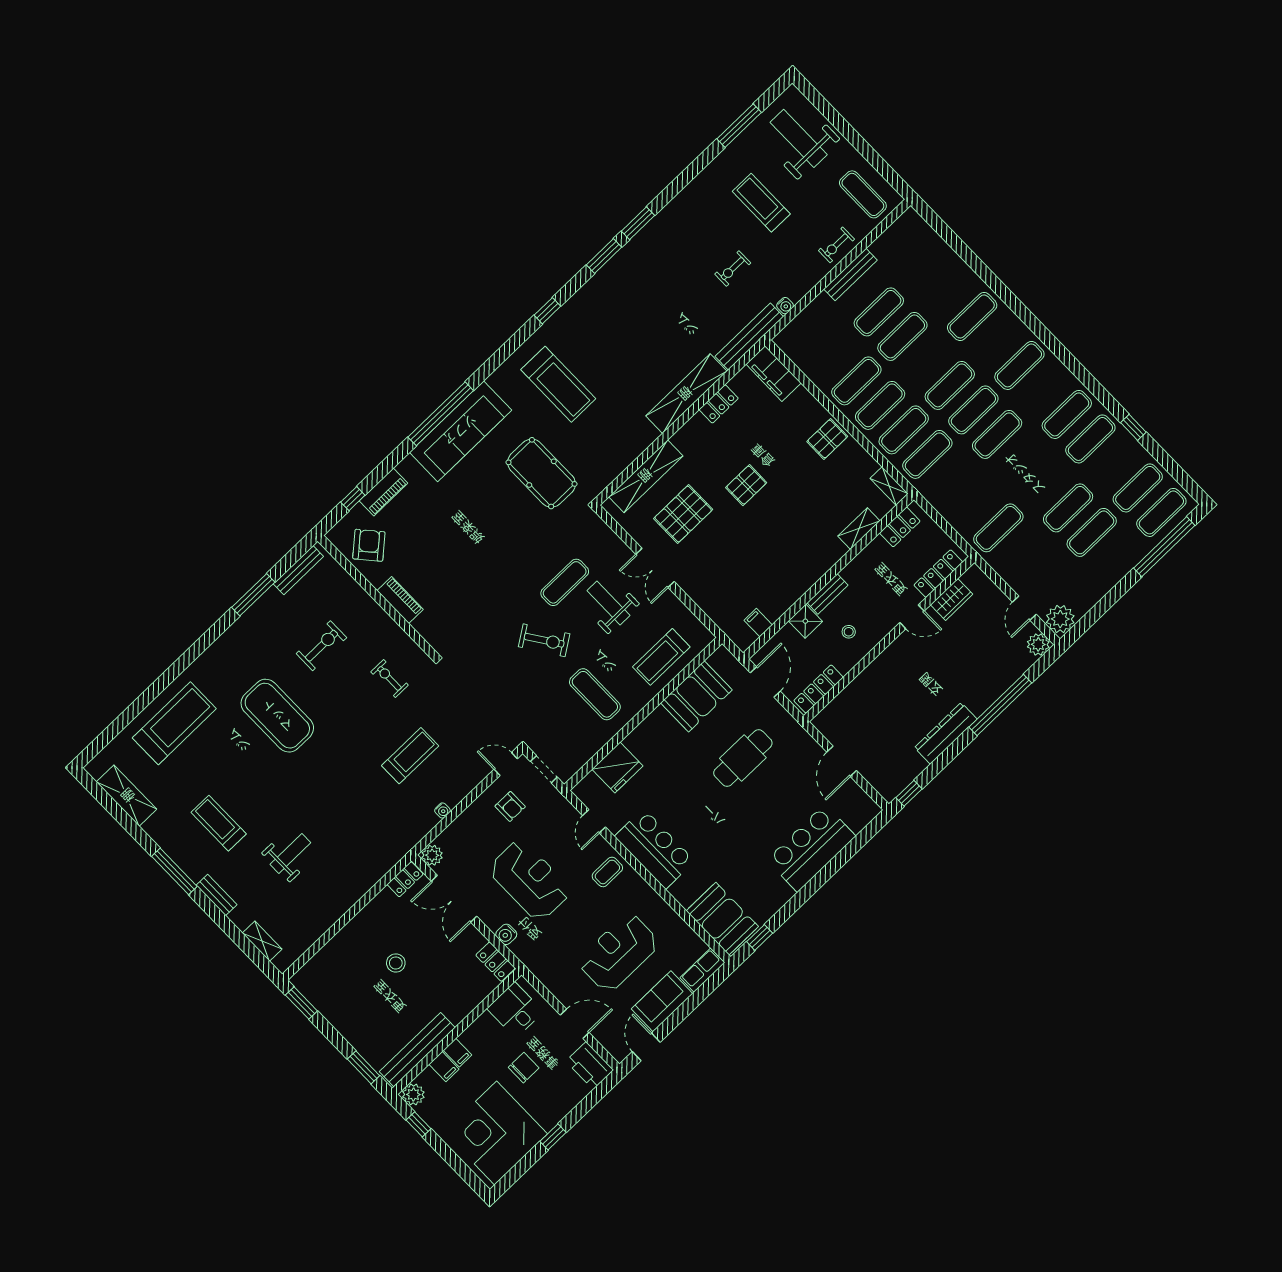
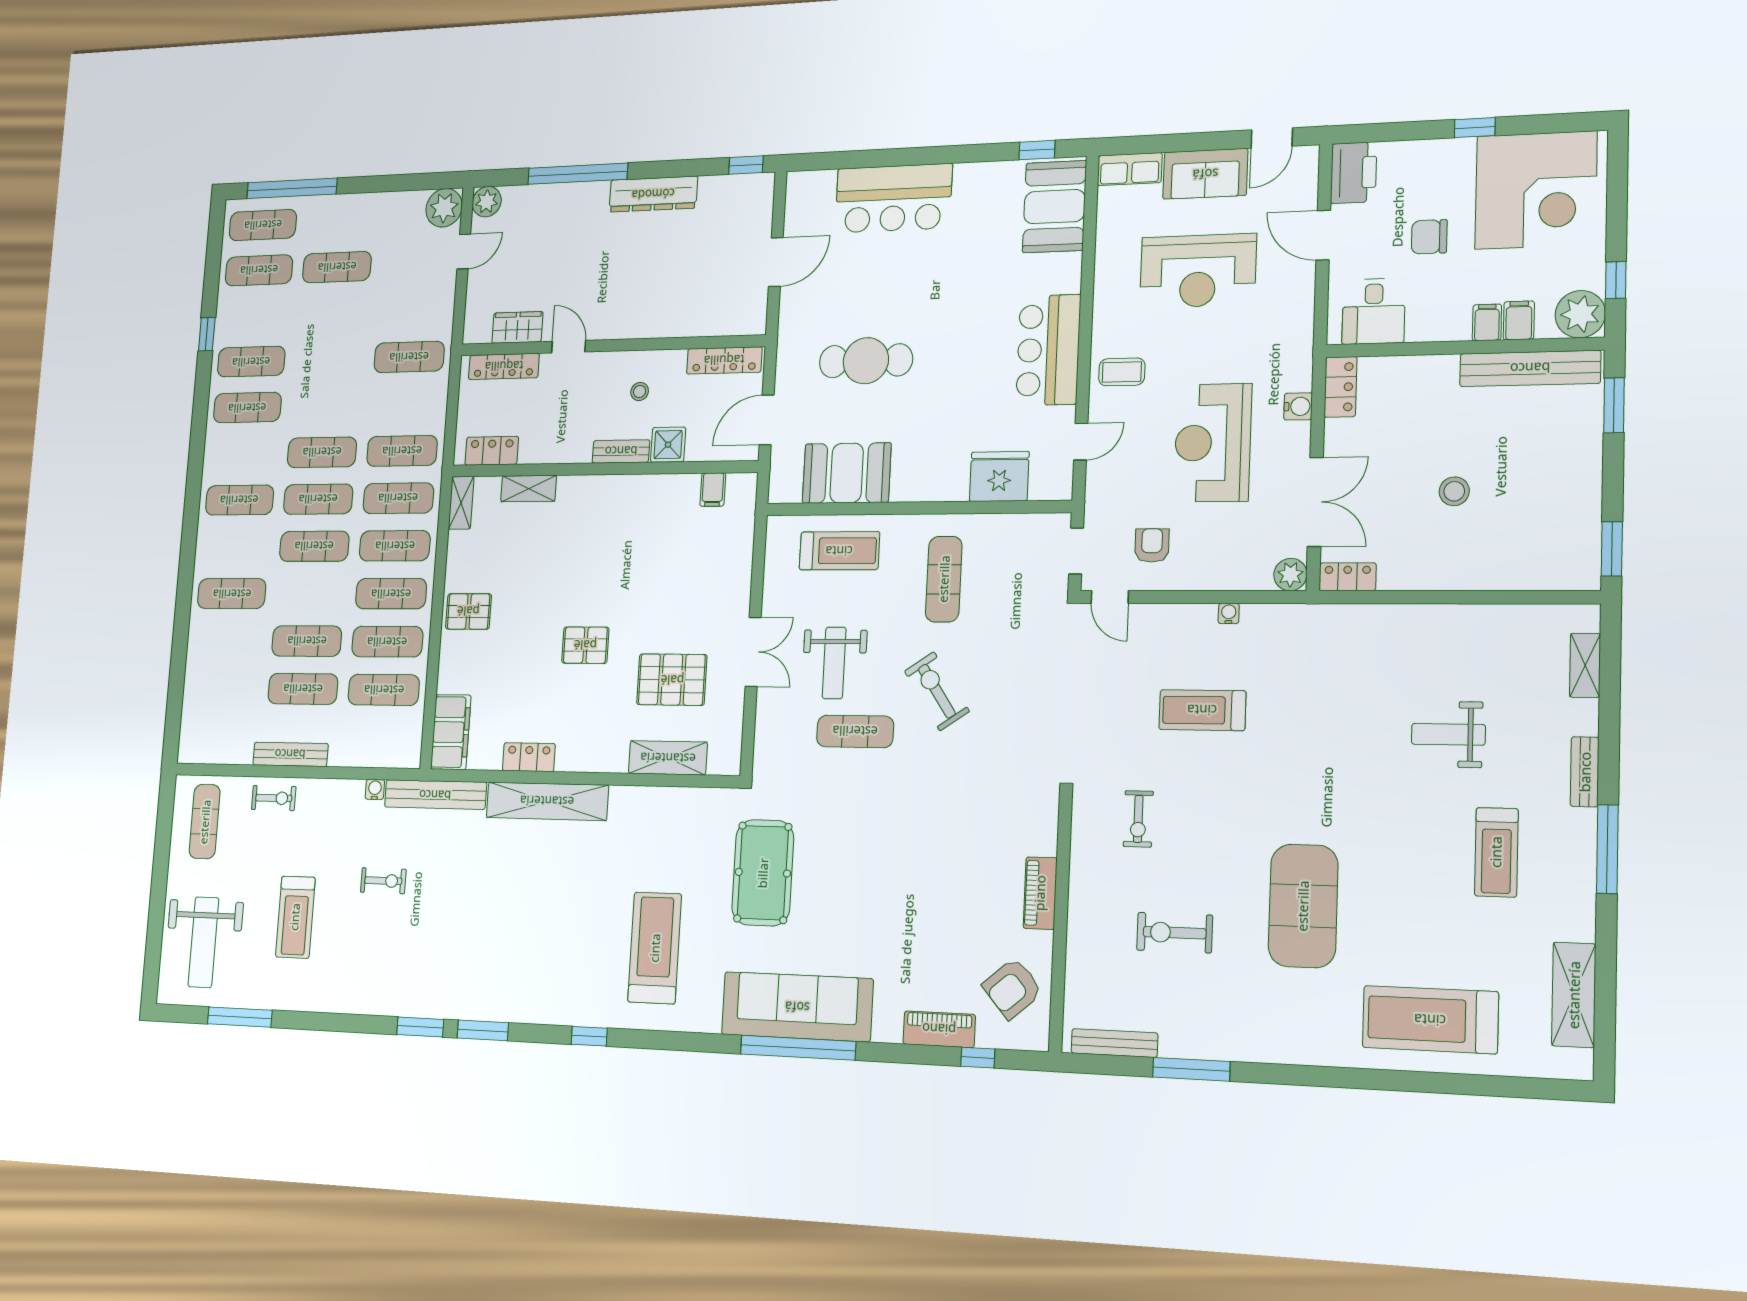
exercise mat: (833, 356) -> (384, 690), added
shelving: (646, 476) -> (668, 758), width x0.68
exercise mat: (1068, 508) -> (402, 451), moved
plant: (413, 1094) -> (1580, 314), width x1.36, depth x1.36

